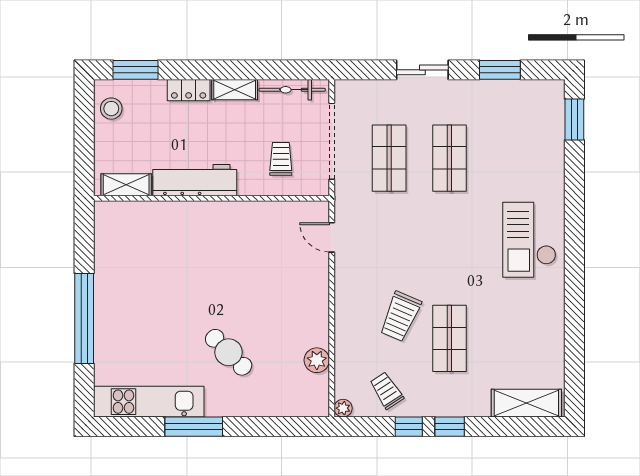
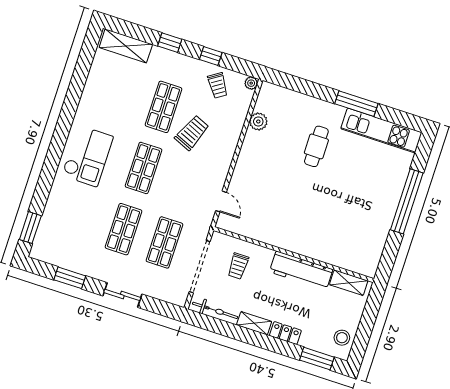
shop shelf: (449, 248) -> (144, 168), added
cafe table: (229, 352) -> (316, 146), turned 45
window: (450, 427) -> (170, 43), moved

